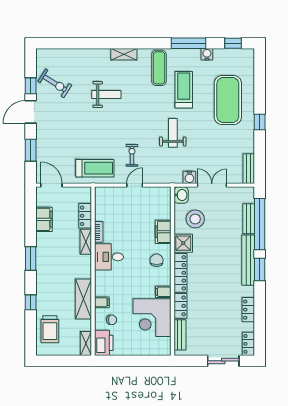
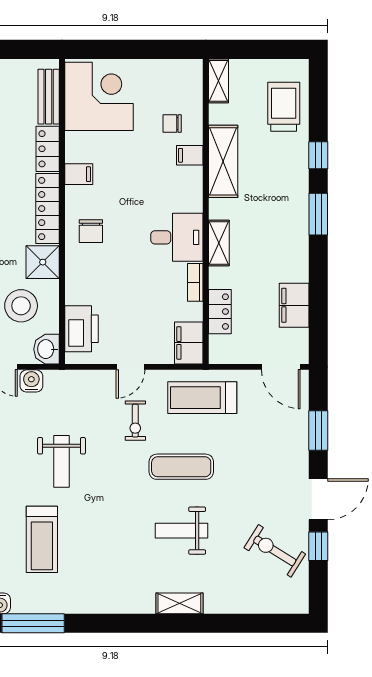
shelving: (124, 54) -> (179, 603), moved
exercise mat: (159, 68) -> (181, 467), moved, turned 90
filing cabinet: (163, 232) -> (189, 343), moved, turned 180
shelving: (86, 242) -> (219, 243), moved
window: (31, 259) -> (318, 214), moved
corner desk: (152, 318) -> (99, 96), moved
printer: (104, 343) -> (81, 329), moved, turned 180

